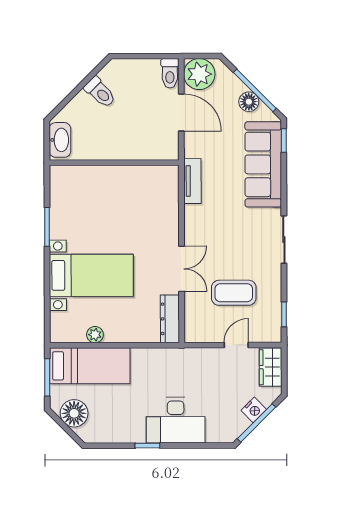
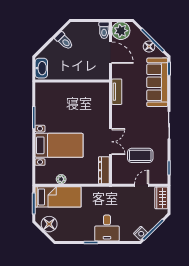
nightstand: (254, 410) -> (141, 233), moved
desk: (176, 420) -> (107, 228), width x0.73

